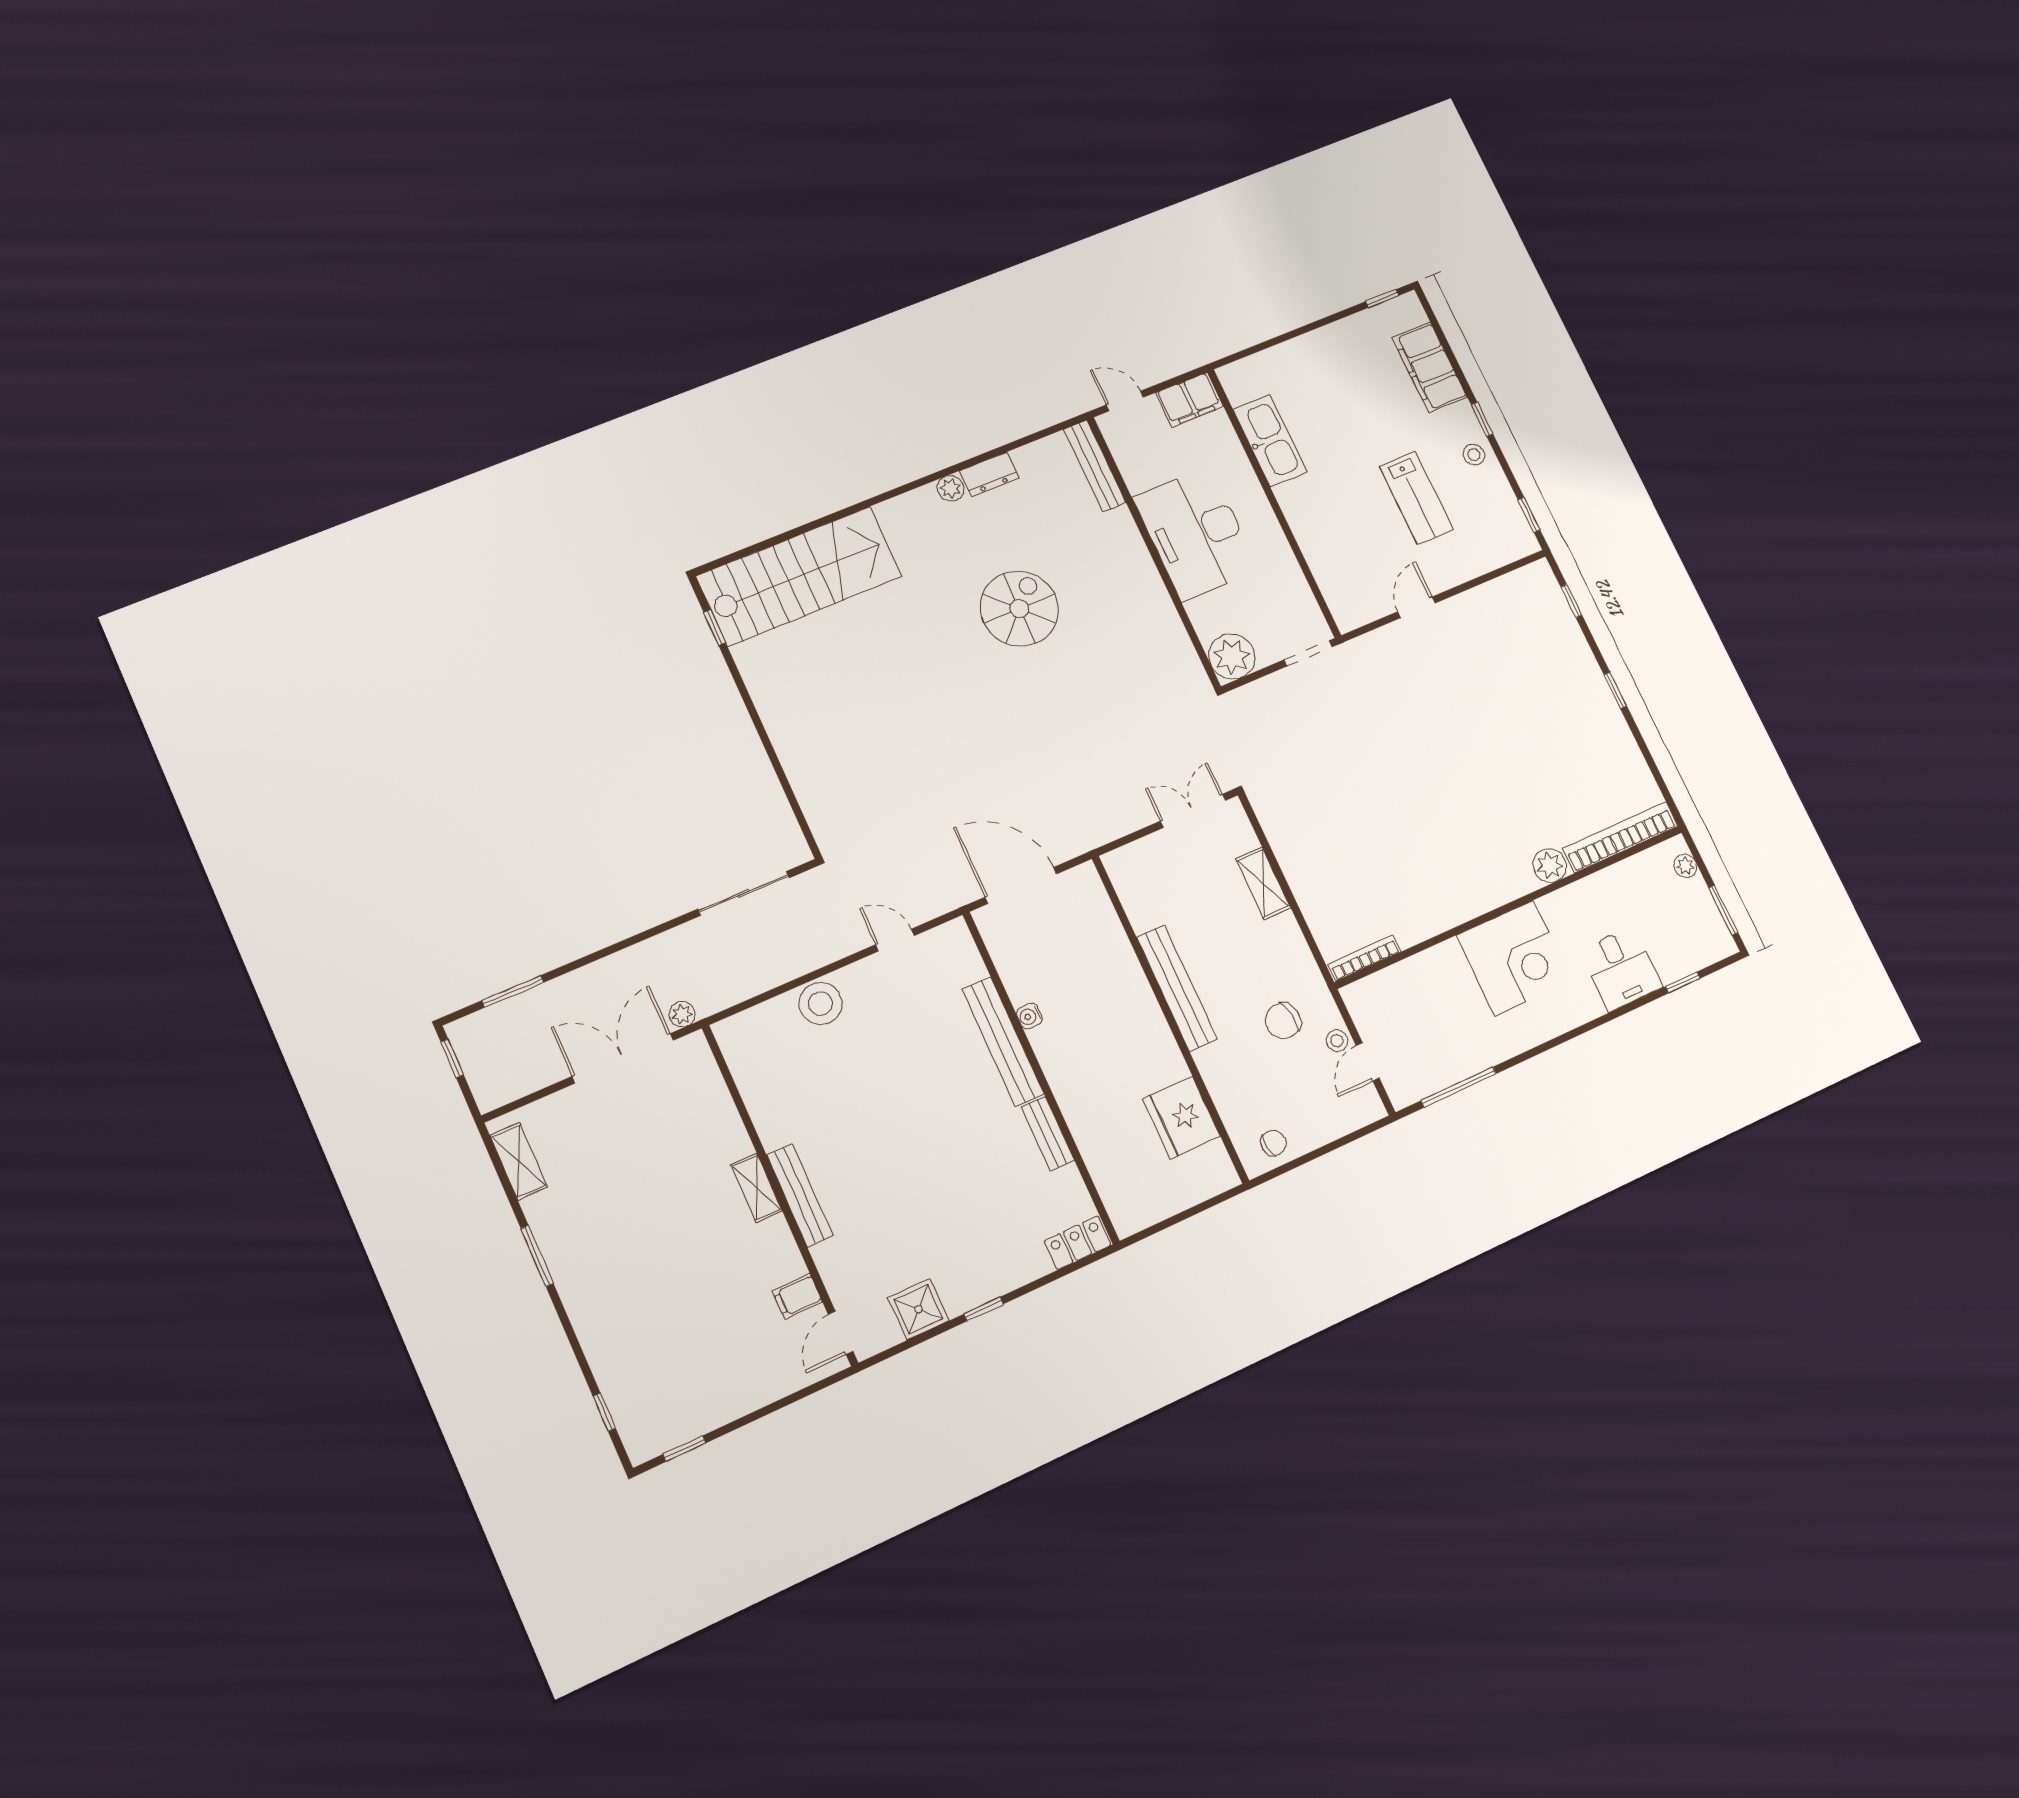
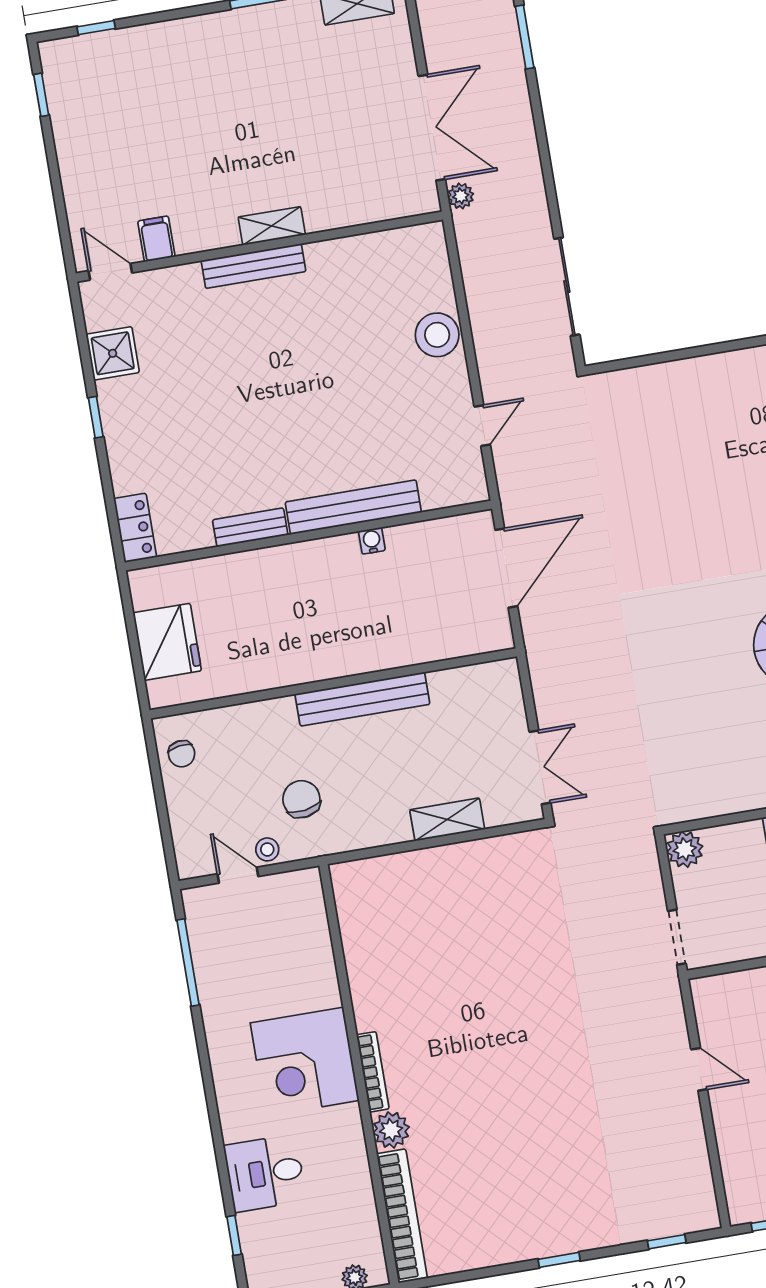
plant: (1232, 657) -> (685, 849), width x0.73, depth x0.73
bookcase: (1364, 958) -> (373, 1072), moved
fridge: (1182, 1117) -> (167, 642), moved, turned 90

